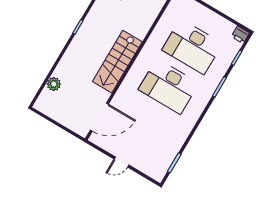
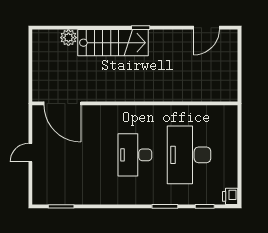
stairs: (117, 62) -> (113, 43), moved, turned 180
desk: (169, 86) -> (135, 155), width x0.73, depth x0.77
door: (121, 162) -> (30, 153), hinge flipped

